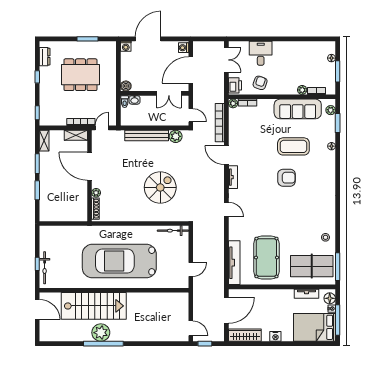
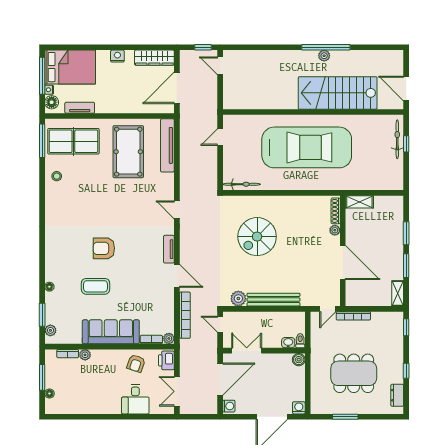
sofa: (298, 109) -> (111, 332), moved
shelving: (76, 135) -> (359, 202), moved
coffee table: (293, 146) -> (95, 286), width x0.73, depth x0.76
plant: (101, 333) -> (324, 56), width x0.53, depth x0.53

